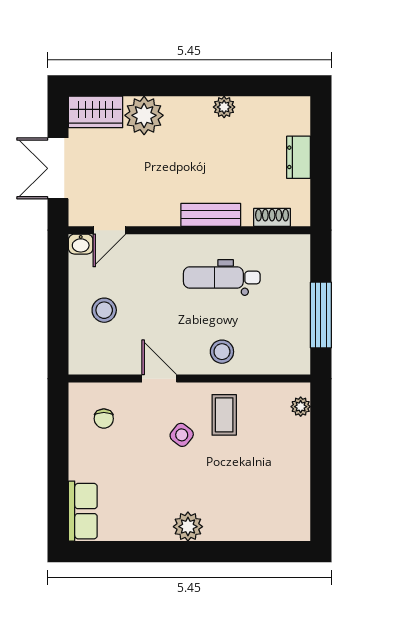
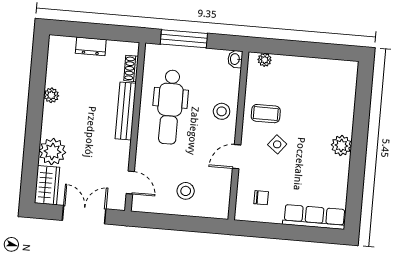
double door: (58, 168) -> (84, 215), swing flipped
bench: (211, 215) -> (126, 111), width x1.36
washbasin: (81, 244) -> (235, 59), moved, turned 180
dental chair: (222, 277) -> (170, 107), width x1.36, depth x1.38
window: (321, 315) -> (184, 39), moved
row of seats: (83, 511) -> (314, 217), width x1.48

